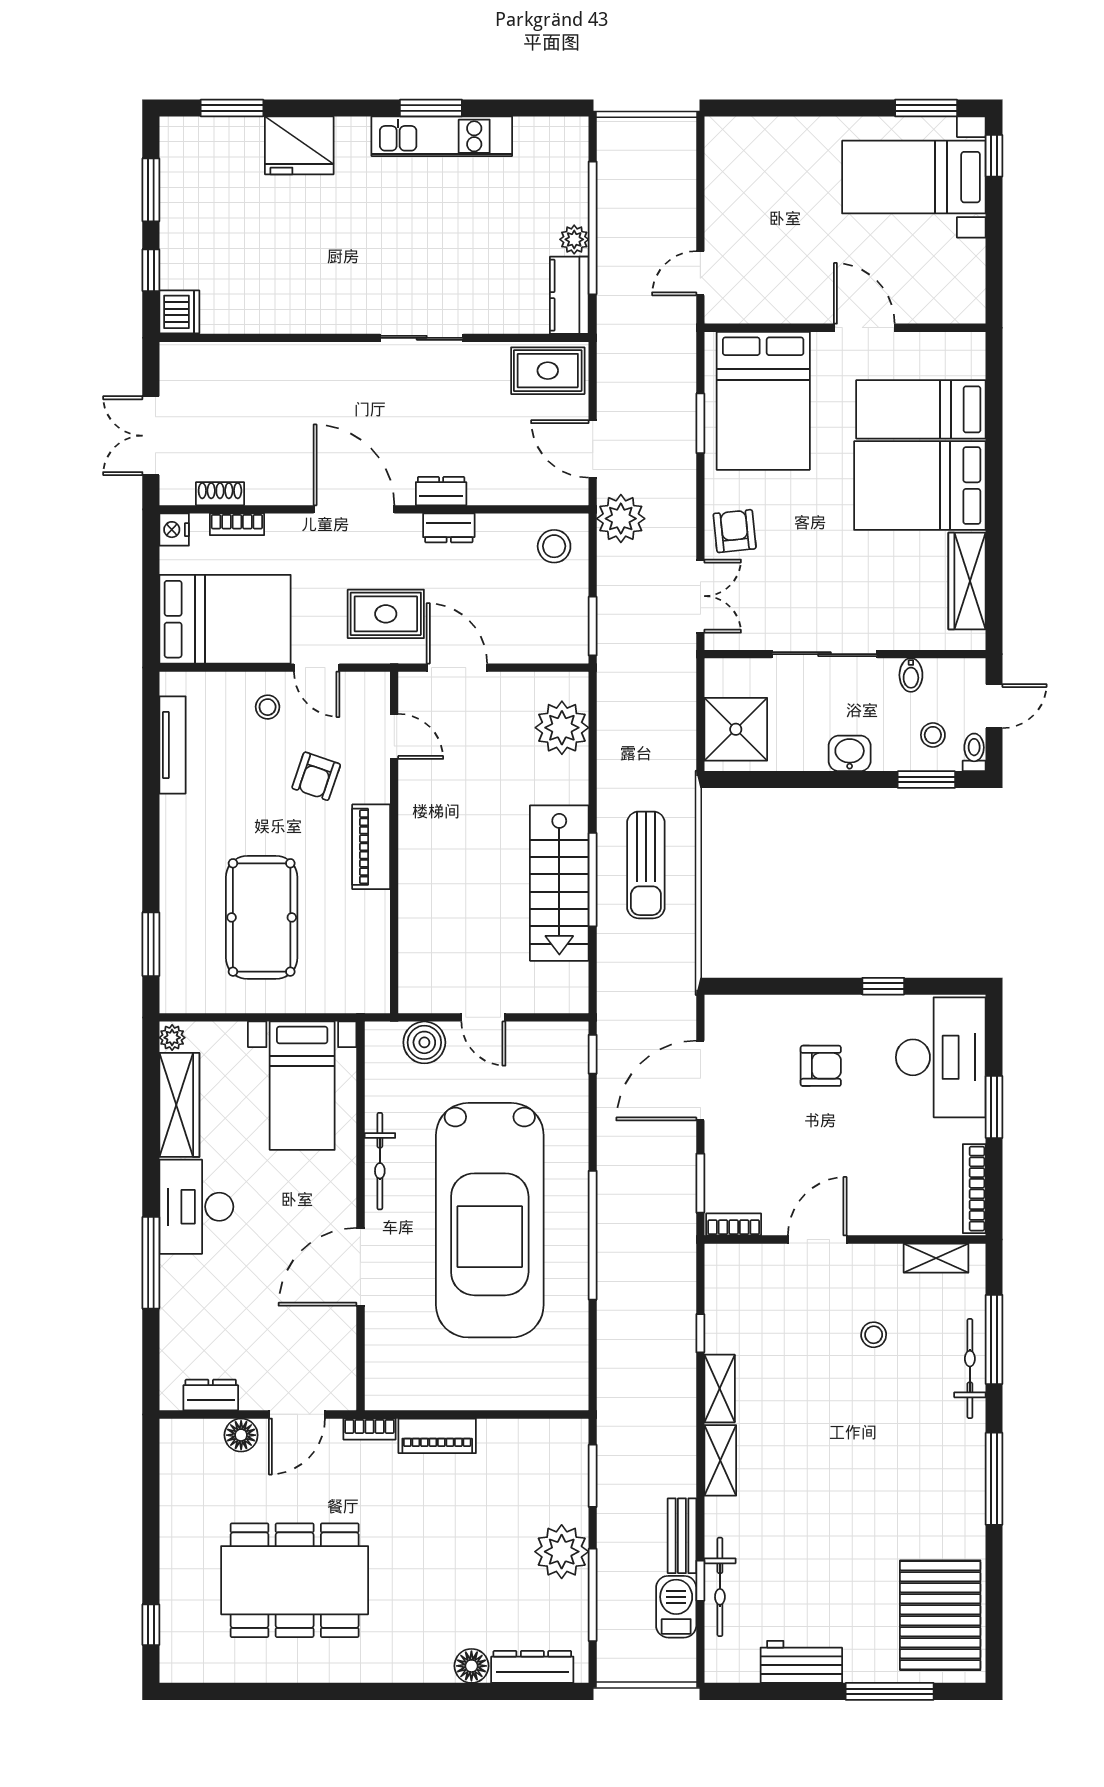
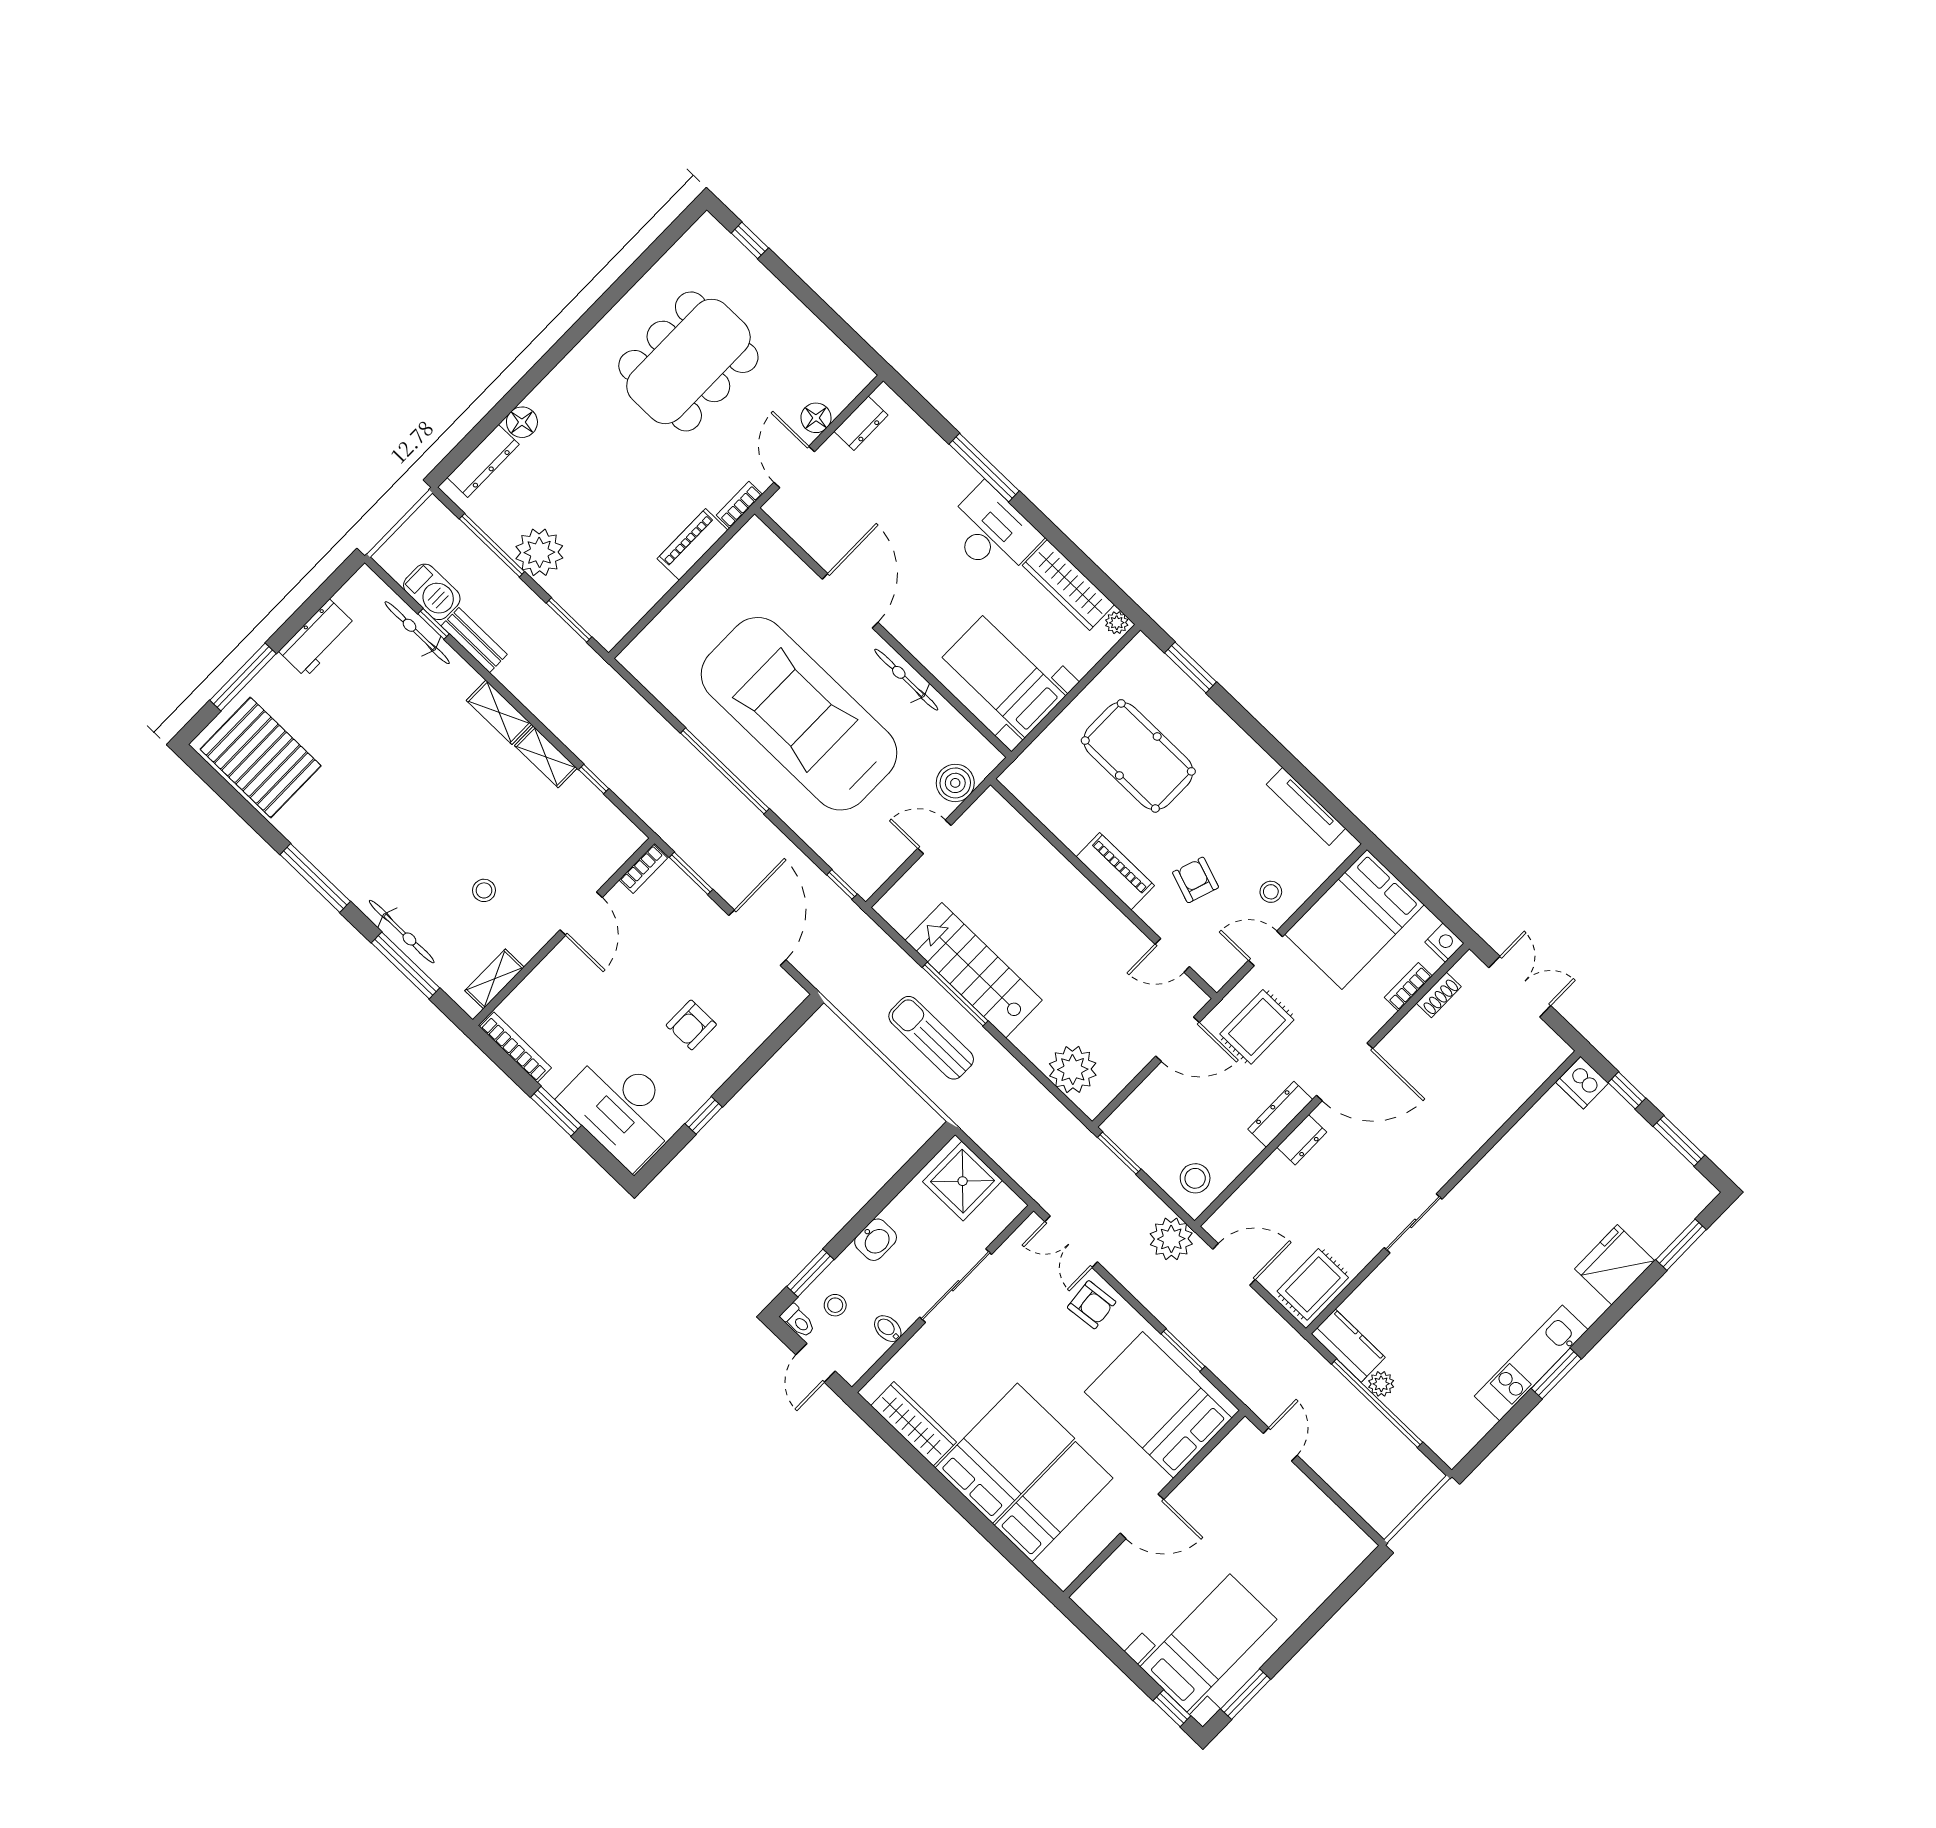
dresser: (449, 528) -> (1280, 1114), width x1.44

